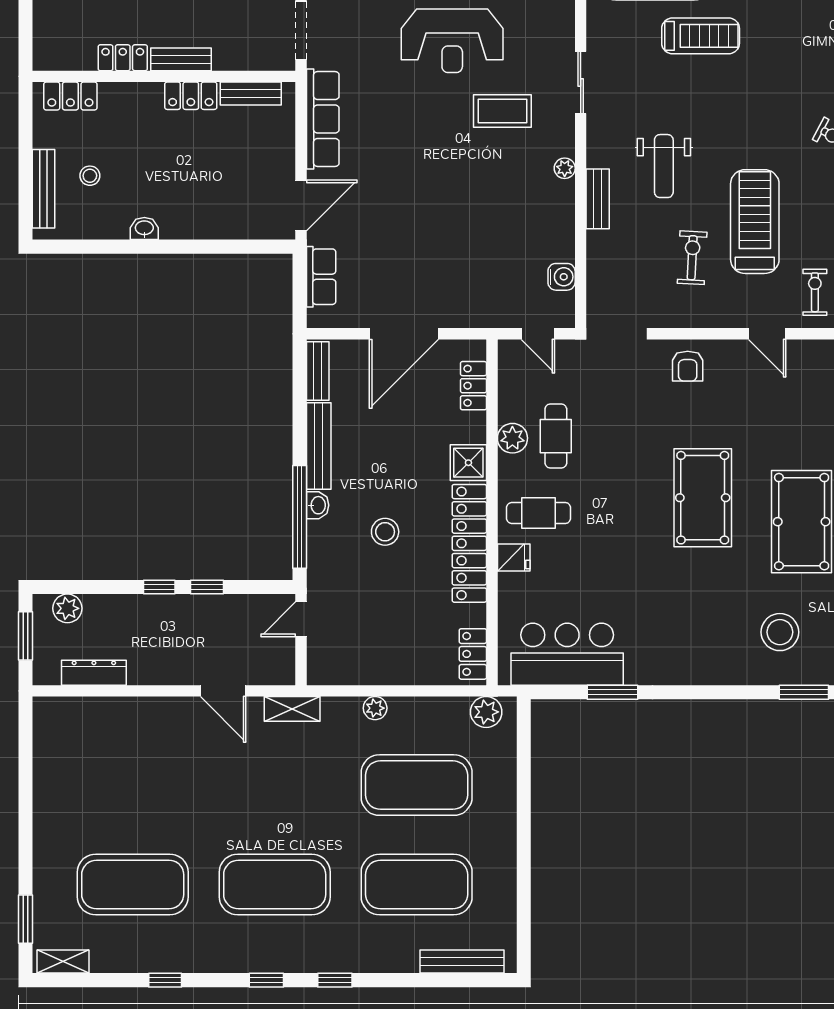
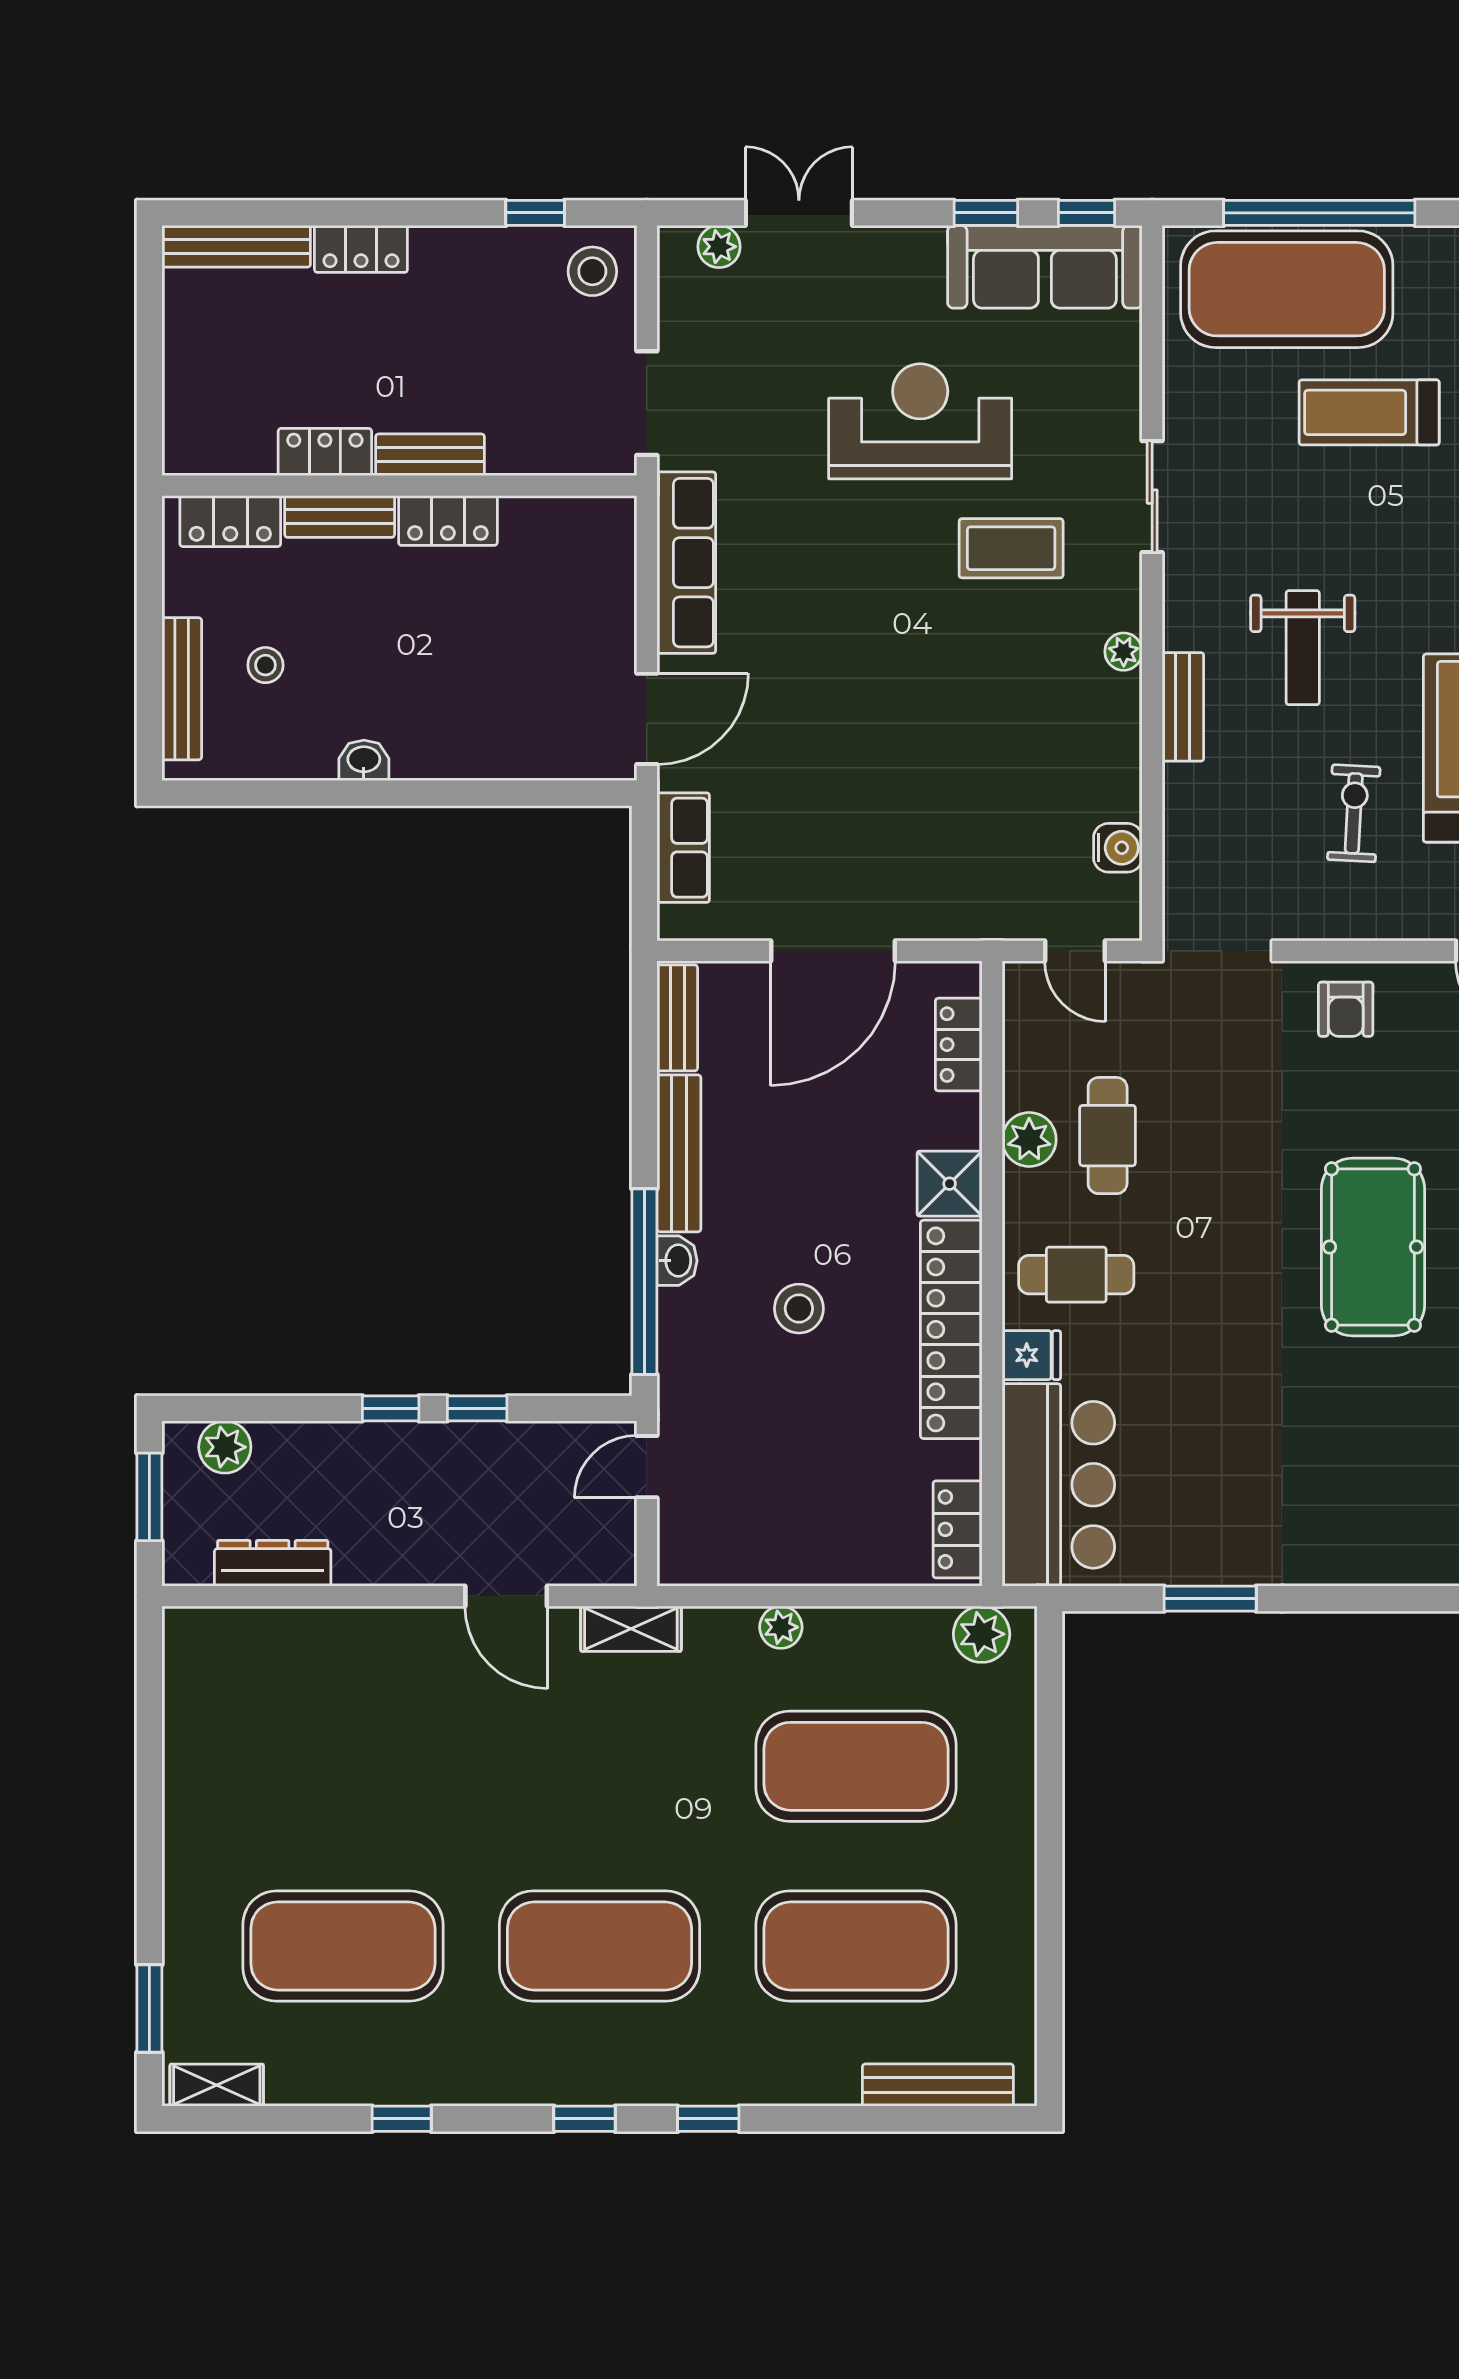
treadmill: (701, 36) -> (1369, 412), turned 180
reception desk: (452, 41) -> (920, 421), turned 180
bench: (251, 93) -> (340, 517), moved
bar counter: (567, 654) -> (1058, 1485), moved, turned 90

